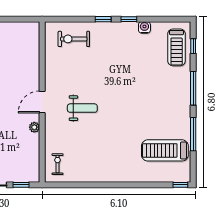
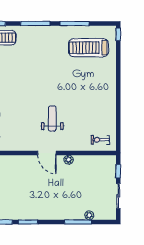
treadmill: (165, 150) -> (89, 48), turned 90

